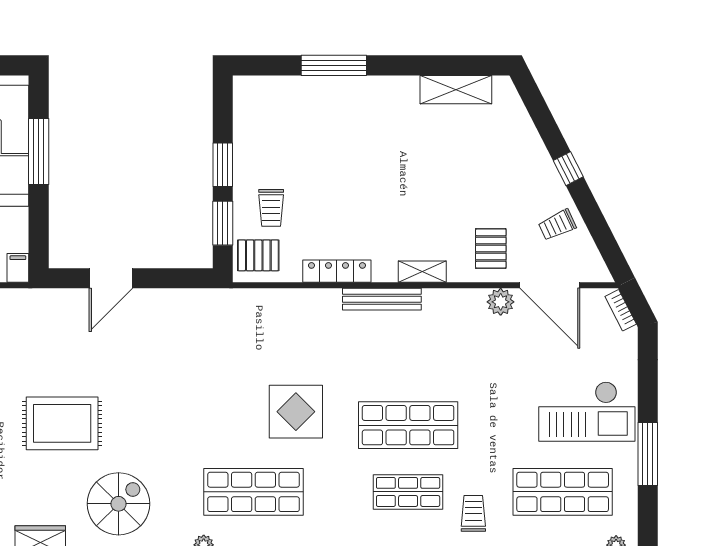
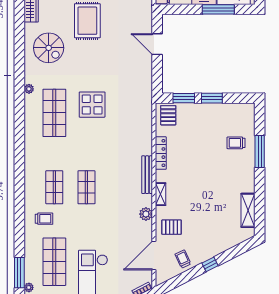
trolley: (271, 208) -> (236, 143), moved
plant: (501, 302) -> (146, 214), moved
display table: (296, 412) -> (92, 105), moved
shop shelf: (408, 425) -> (86, 187), width x0.70, depth x0.74

